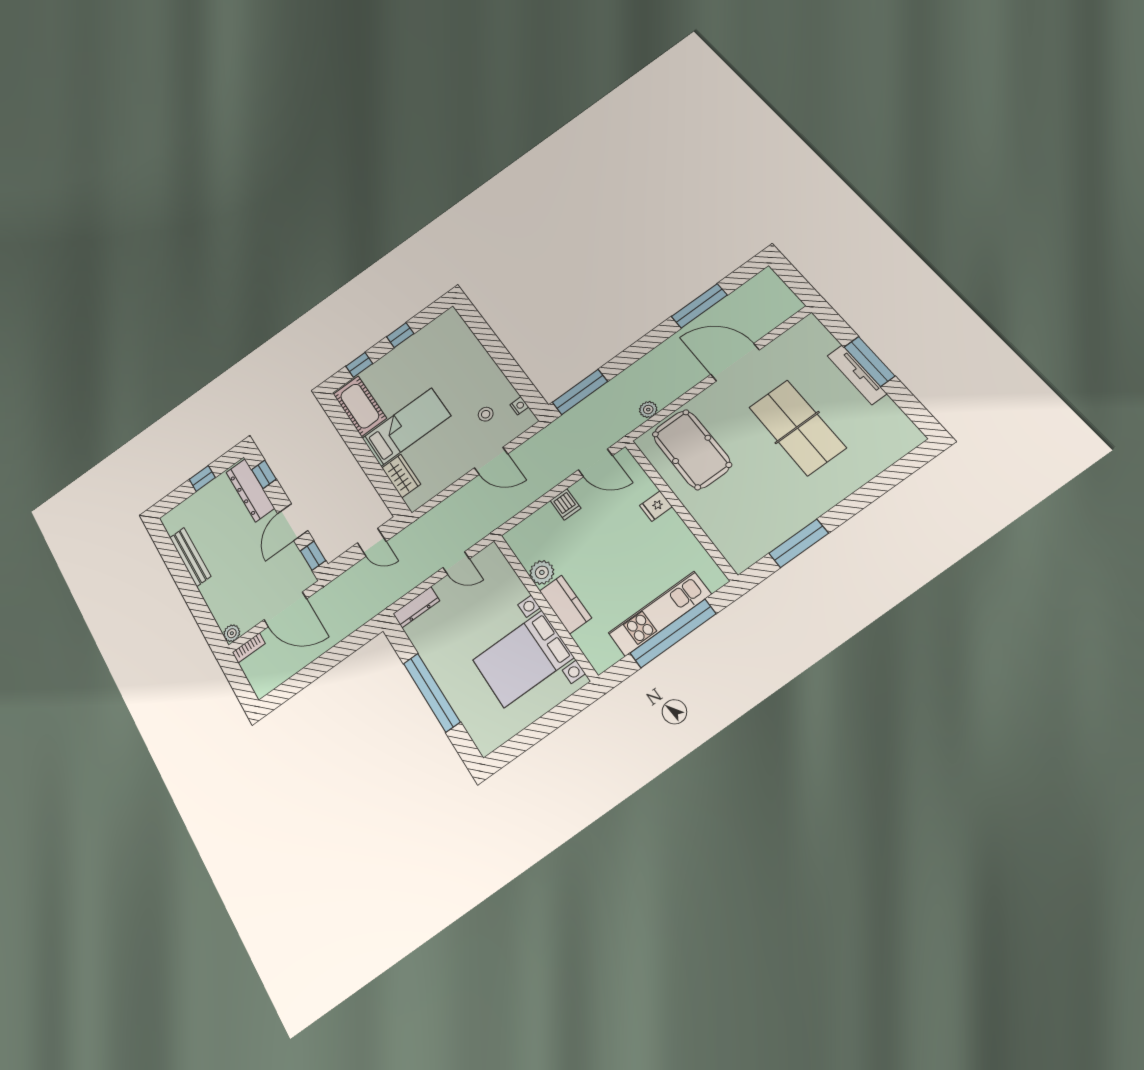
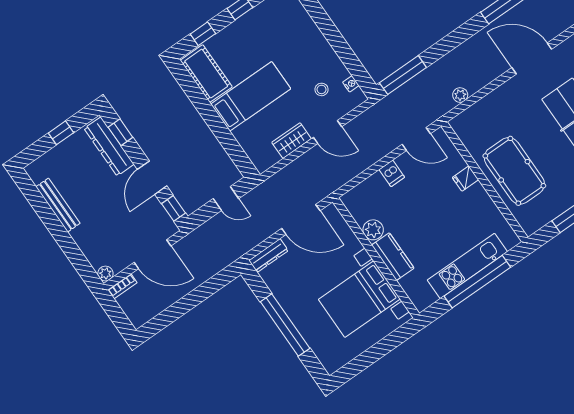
pool table: (692, 449) -> (514, 171), moved
wardrobe: (401, 476) -> (292, 141), moved, turned -90
door: (456, 563) -> (301, 220), width x1.87

